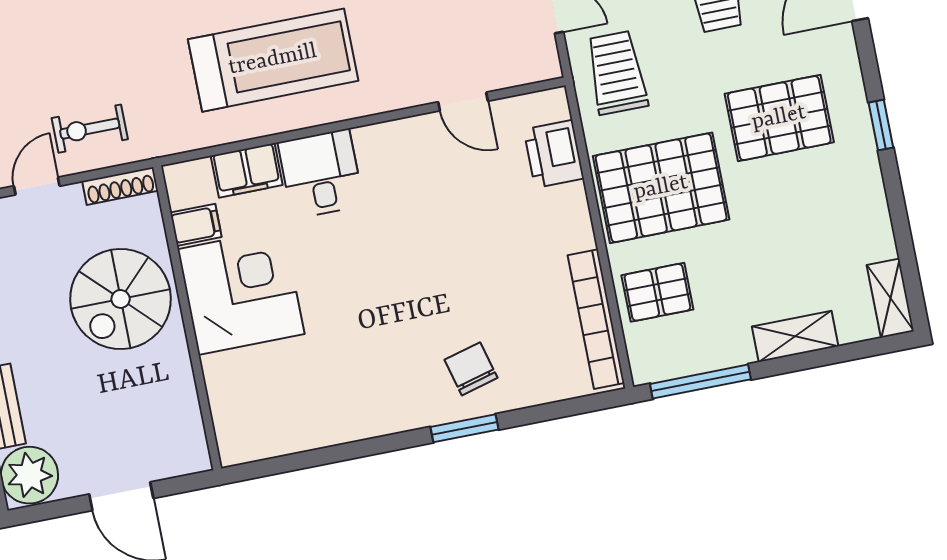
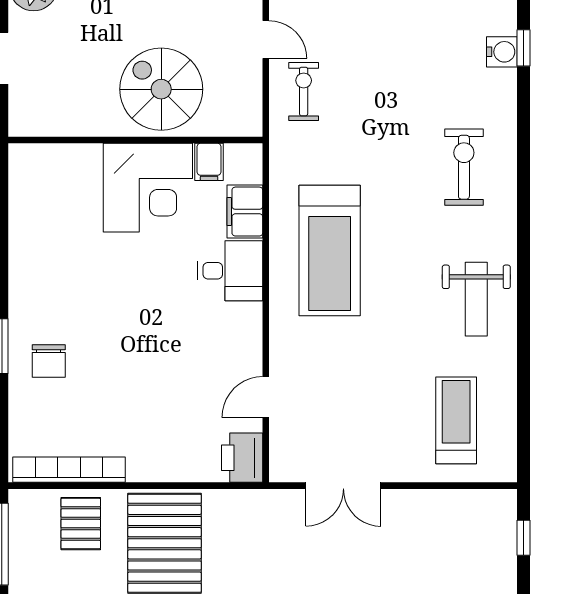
trolley: (617, 73) -> (265, 526), removed
printer: (554, 154) -> (242, 458), moved, turned -90
shoe rack: (120, 186) -> (252, 107), removed
chair: (471, 369) -> (49, 361), turned 105

